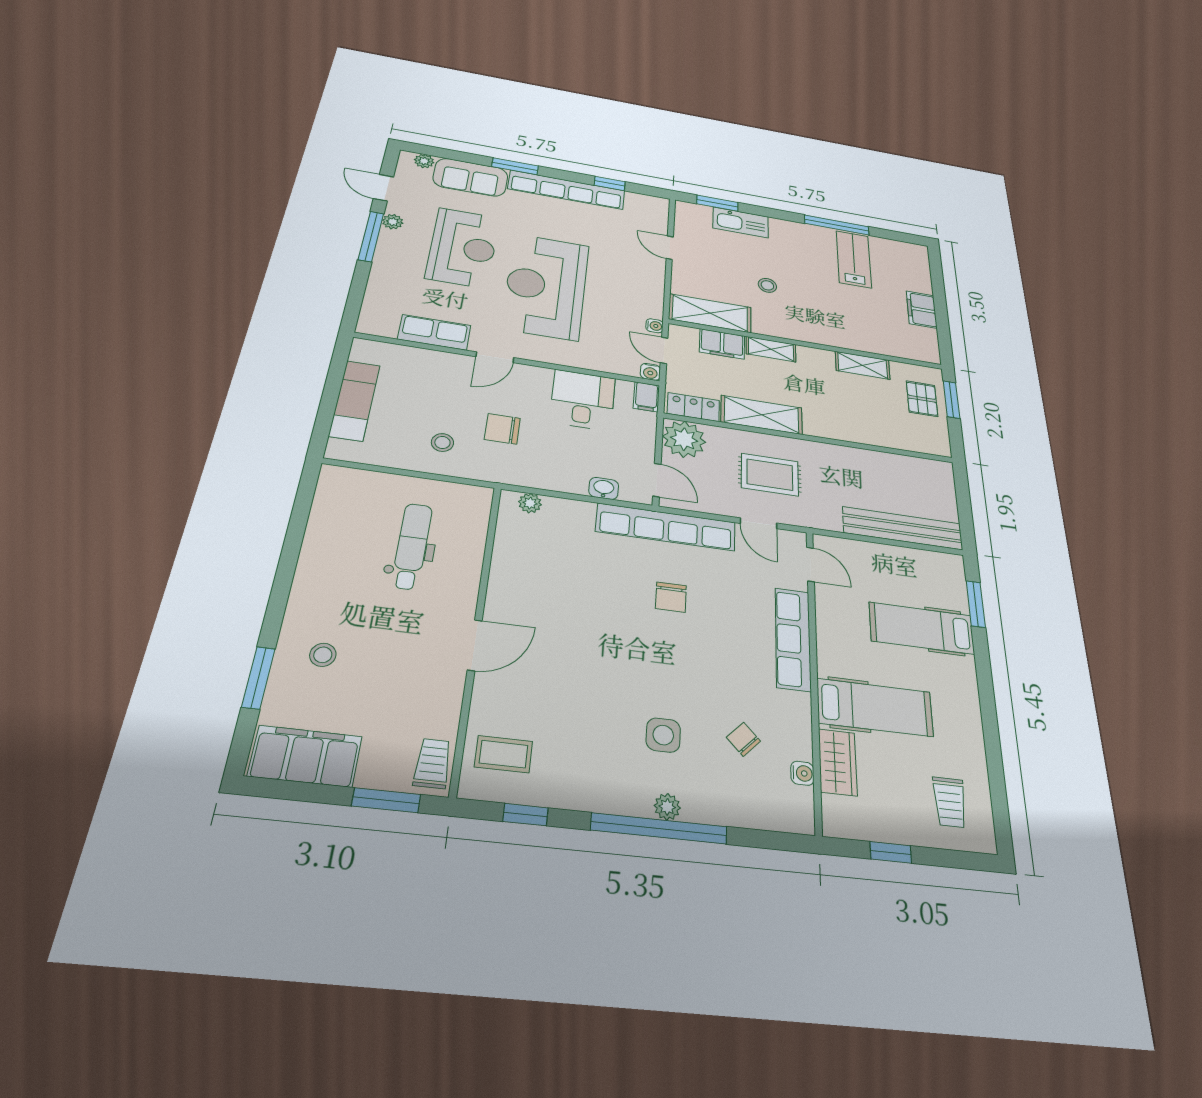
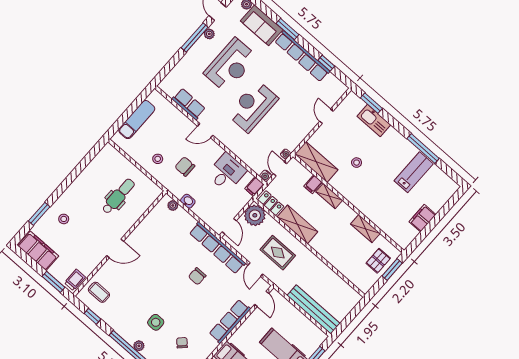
reception desk: (546, 286) -> (253, 106), width x0.74, depth x0.77
filing cabinet: (722, 344) -> (313, 184), width x0.50
washbasin: (604, 488) -> (188, 201), moved

